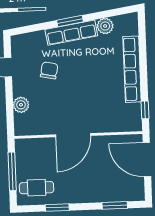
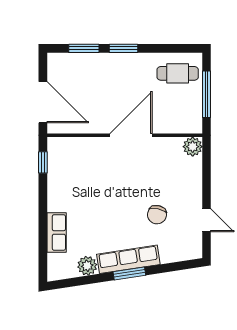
row of seats: (132, 69) -> (57, 232), width x0.50
plant: (21, 105) -> (193, 147), moved
window: (57, 208) -> (123, 48), moved

